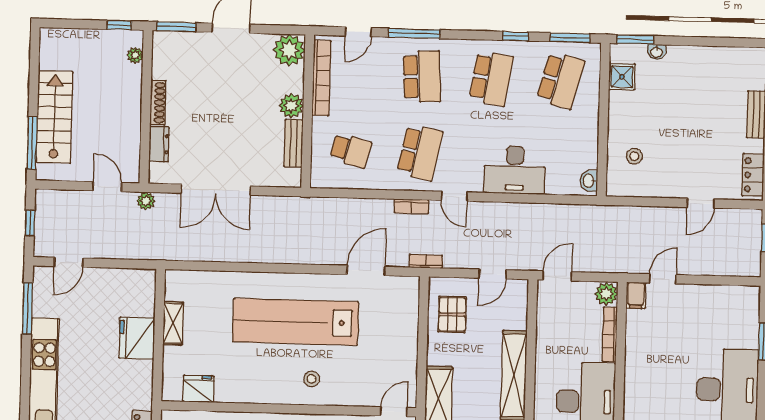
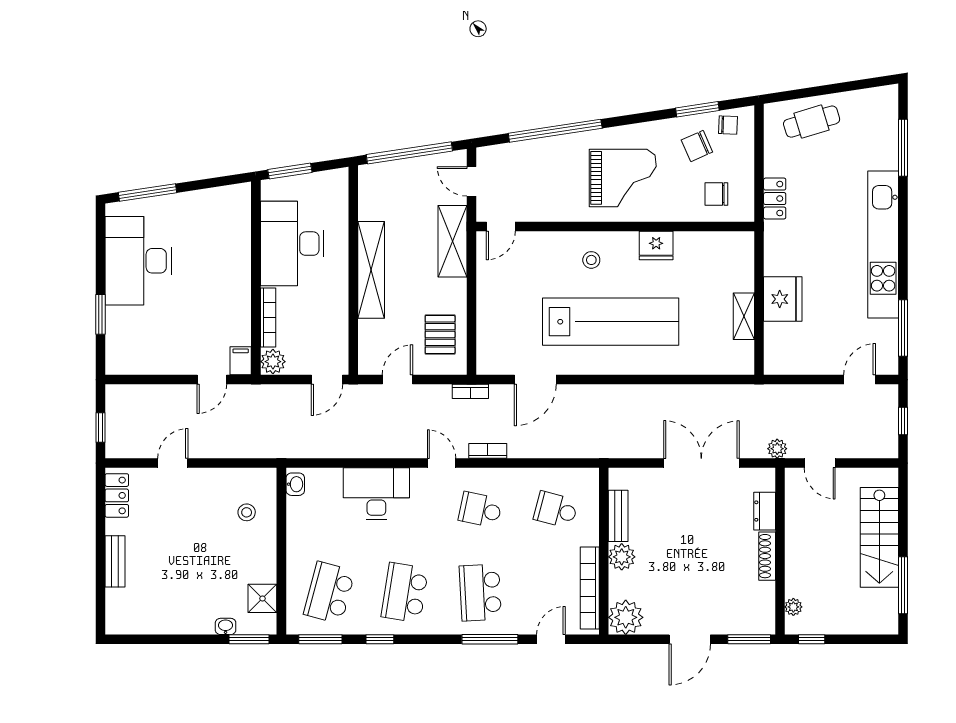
window: (32, 143) -> (903, 585), moved
school desk: (420, 152) -> (480, 510), width x0.54
fridge: (199, 389) -> (656, 246), moved

